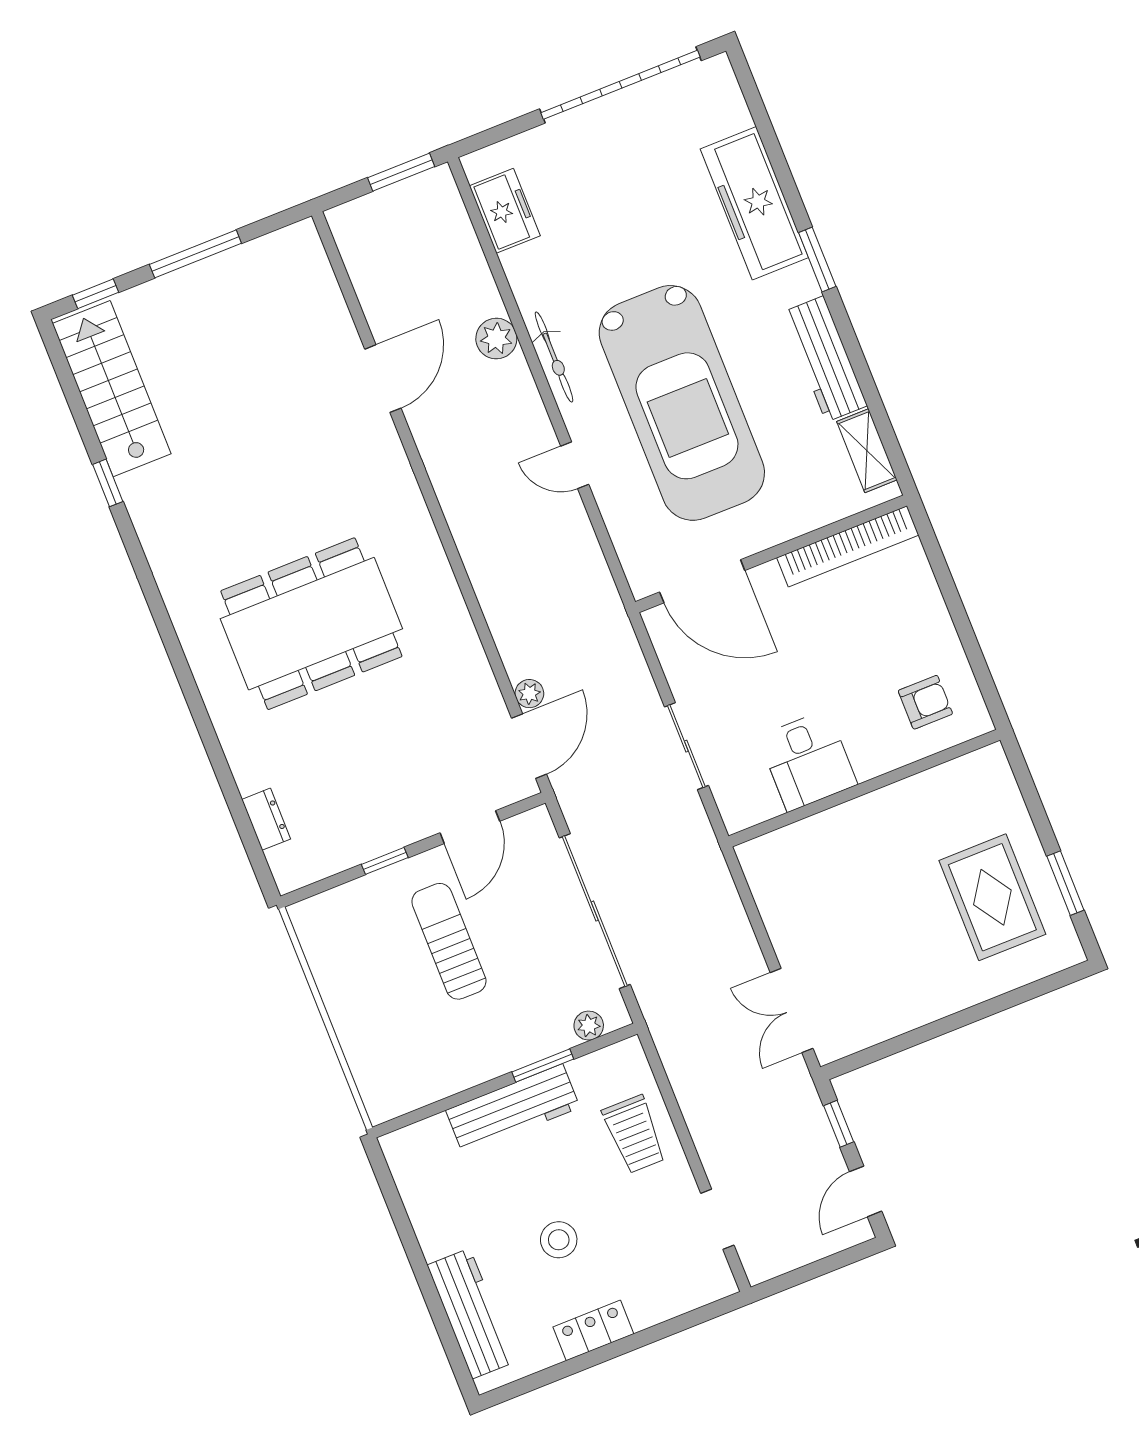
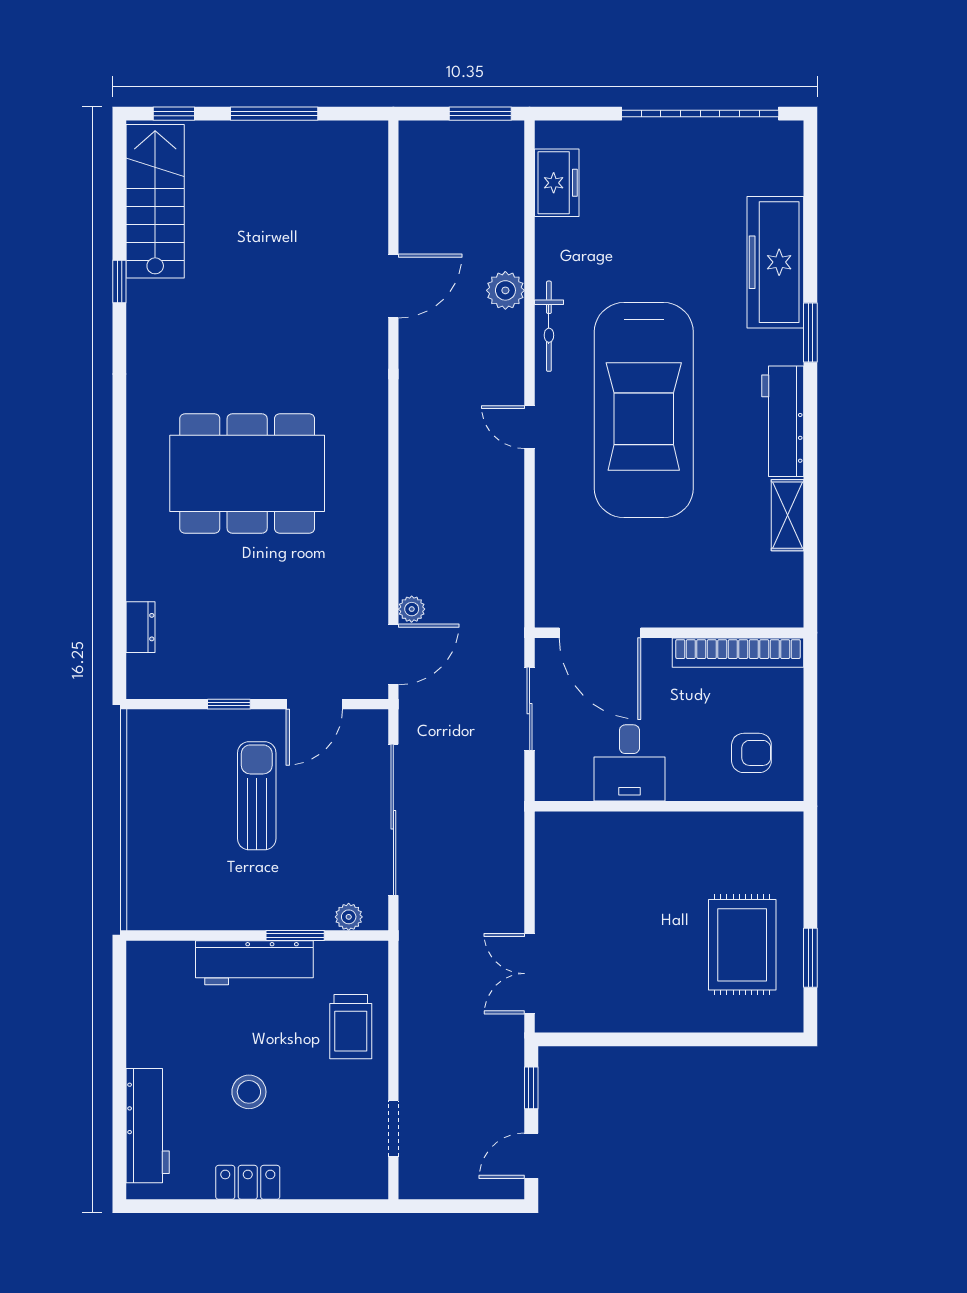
bookcase: (848, 546) -> (738, 653), moved
wall: (771, 554) -> (669, 633), moved
door: (702, 581) -> (600, 633), moved

